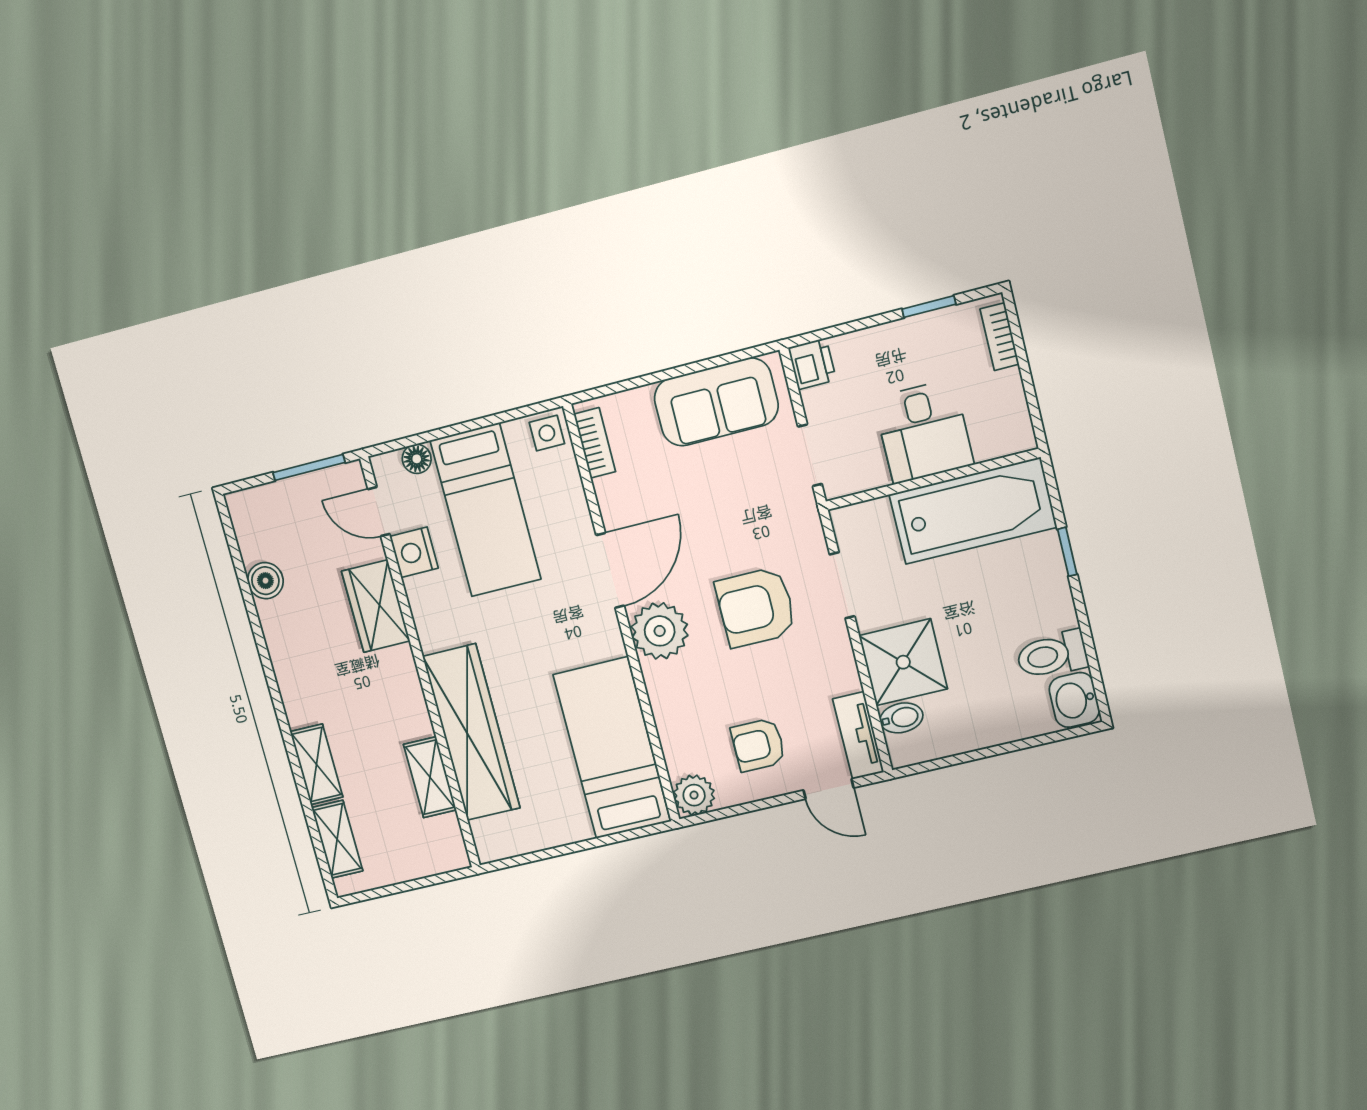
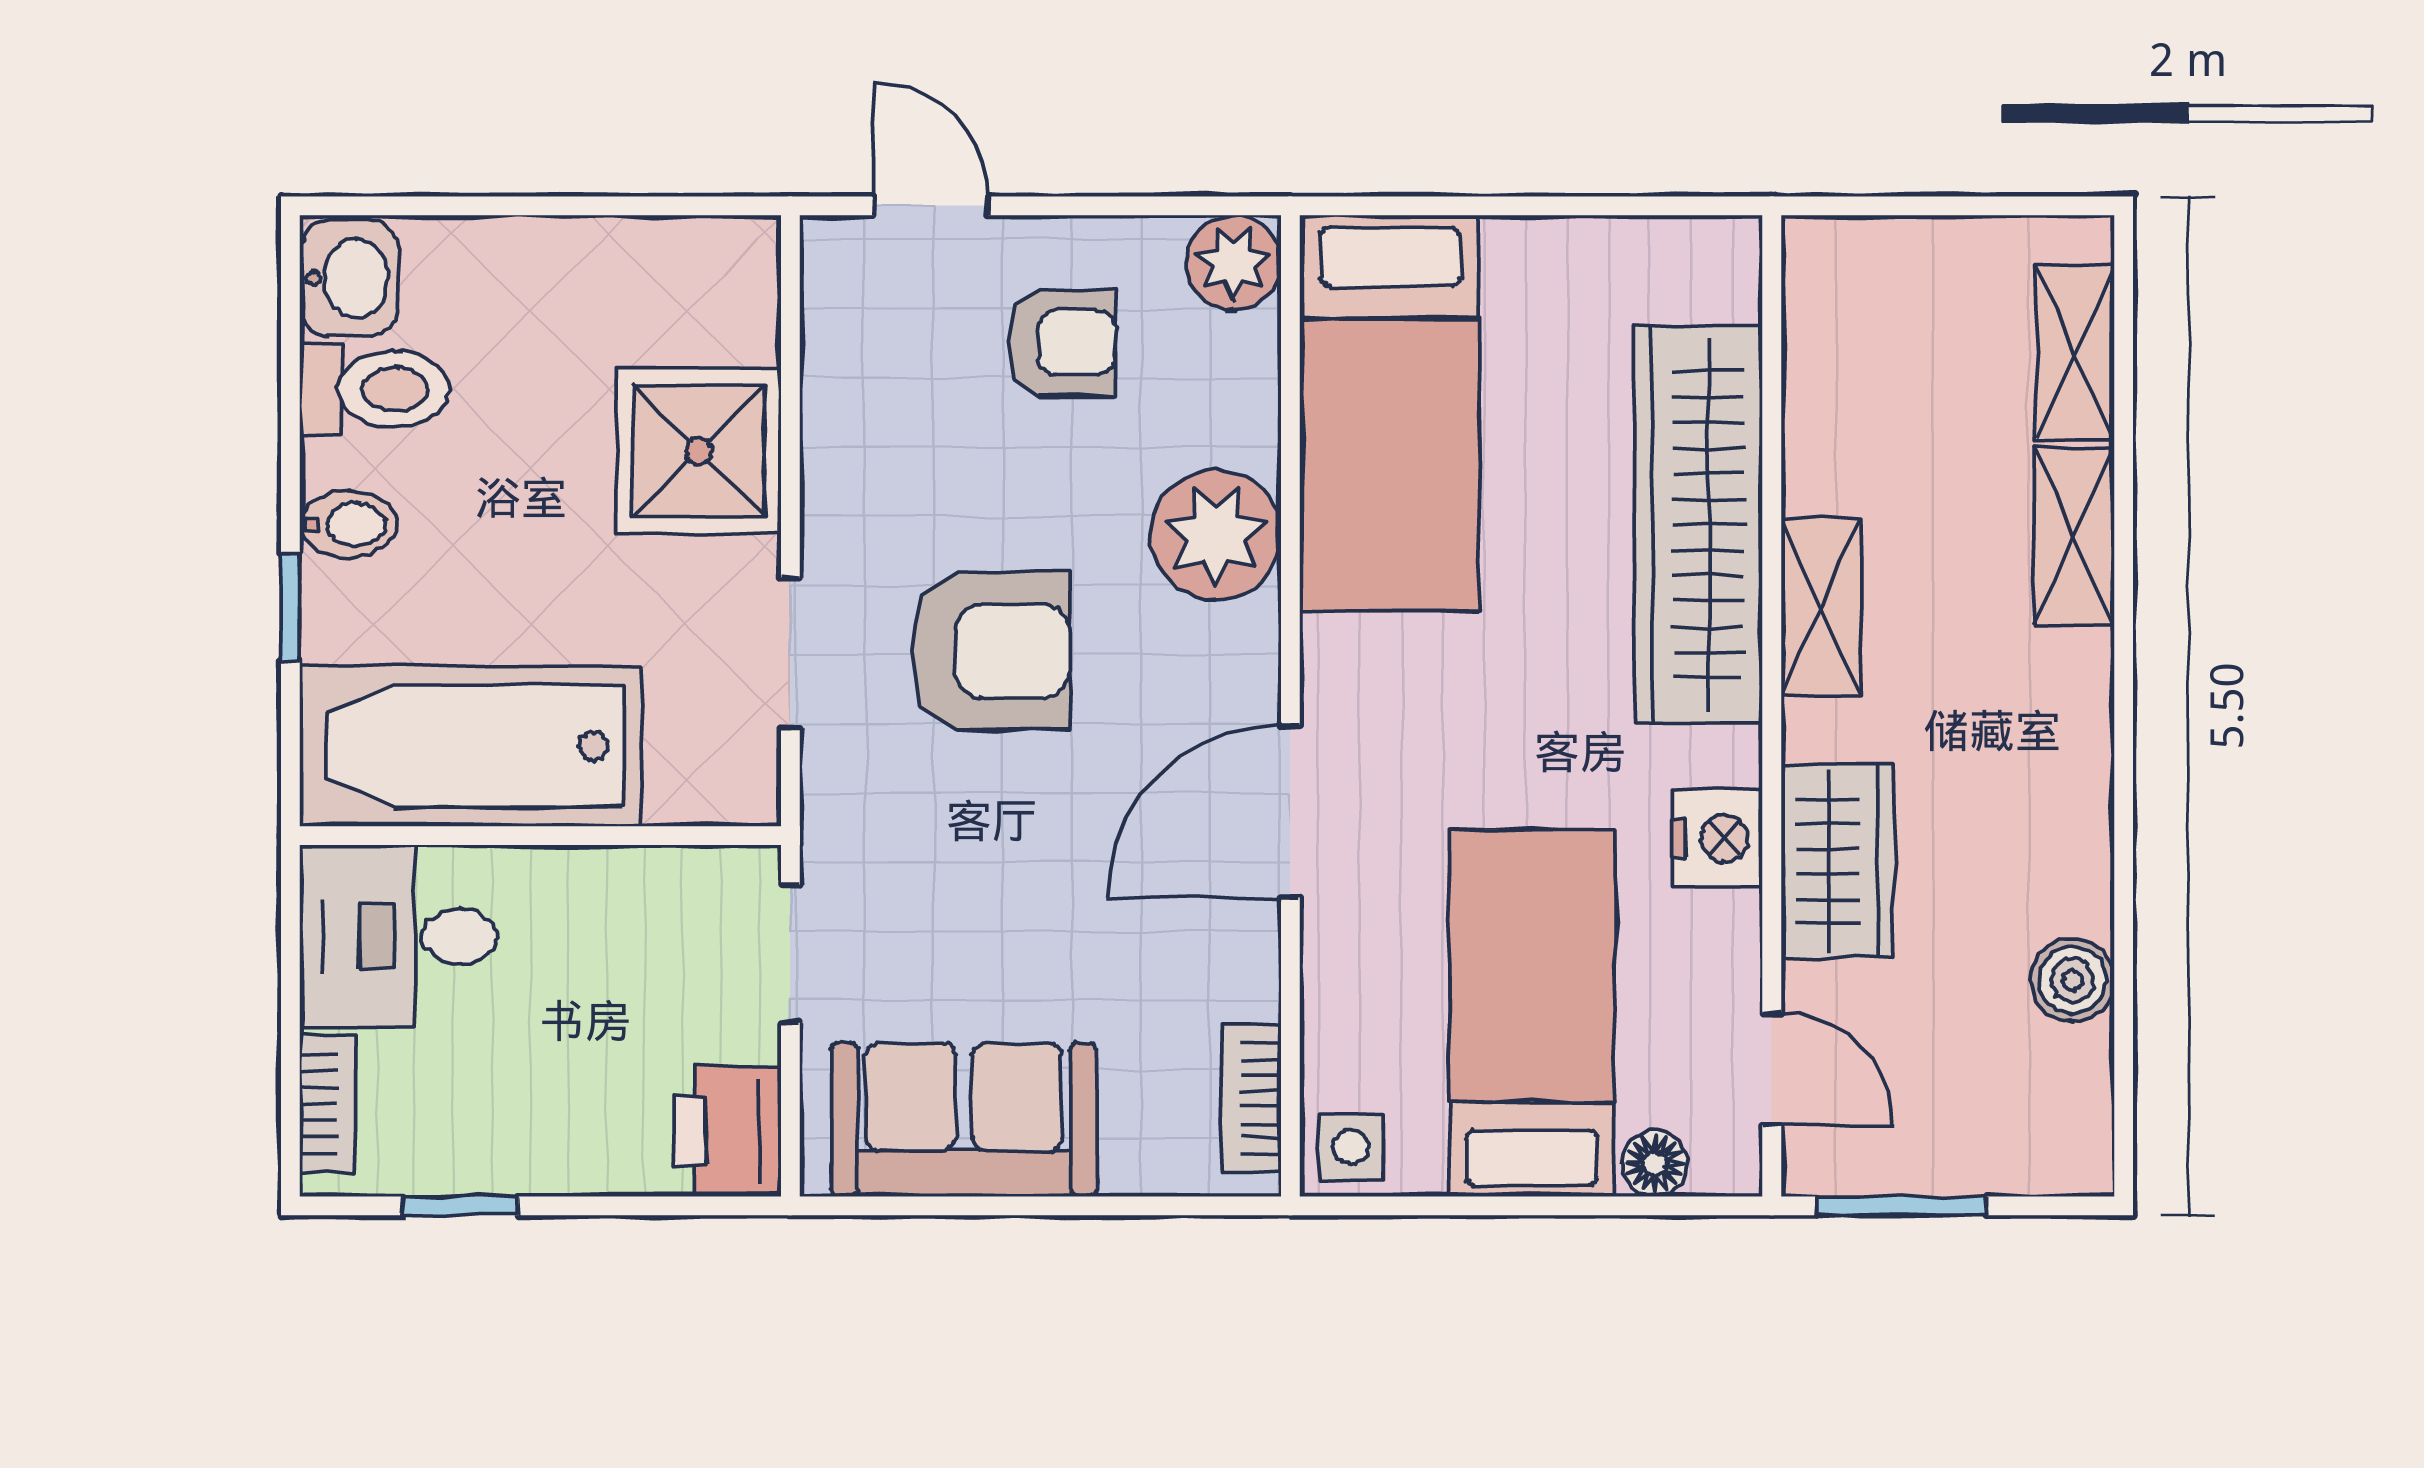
printer: (812, 364) -> (727, 1131), width x1.36, depth x1.24
desk: (924, 431) -> (398, 936), moved, turned -90
nightstand: (414, 552) -> (1717, 838), moved
plant: (660, 631) -> (1216, 535), moved
bidet: (901, 718) -> (348, 524), moved, turned 180
tv unit: (858, 736) -> (836, 311), removed
shelving: (430, 777) -> (1821, 607), moved

